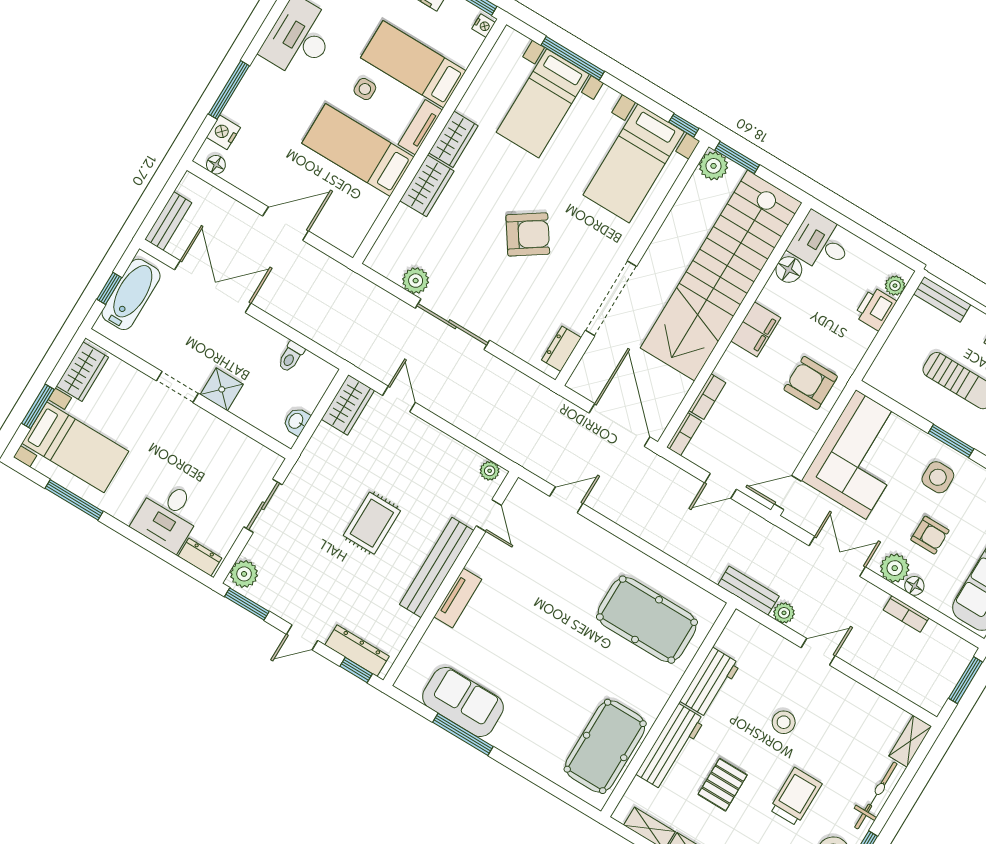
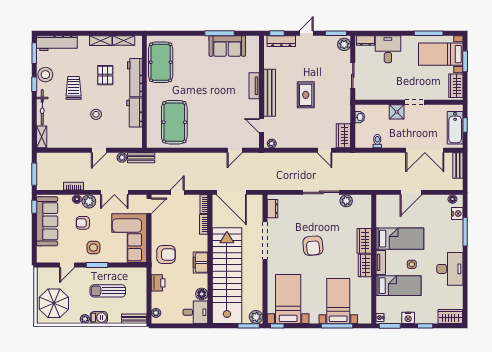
armchair: (528, 234) -> (313, 246), turned -61
printer: (875, 309) -> (158, 283), moved
pool table: (647, 620) -> (174, 122), turned 90
trolley: (796, 797) -> (74, 88), turned 180

